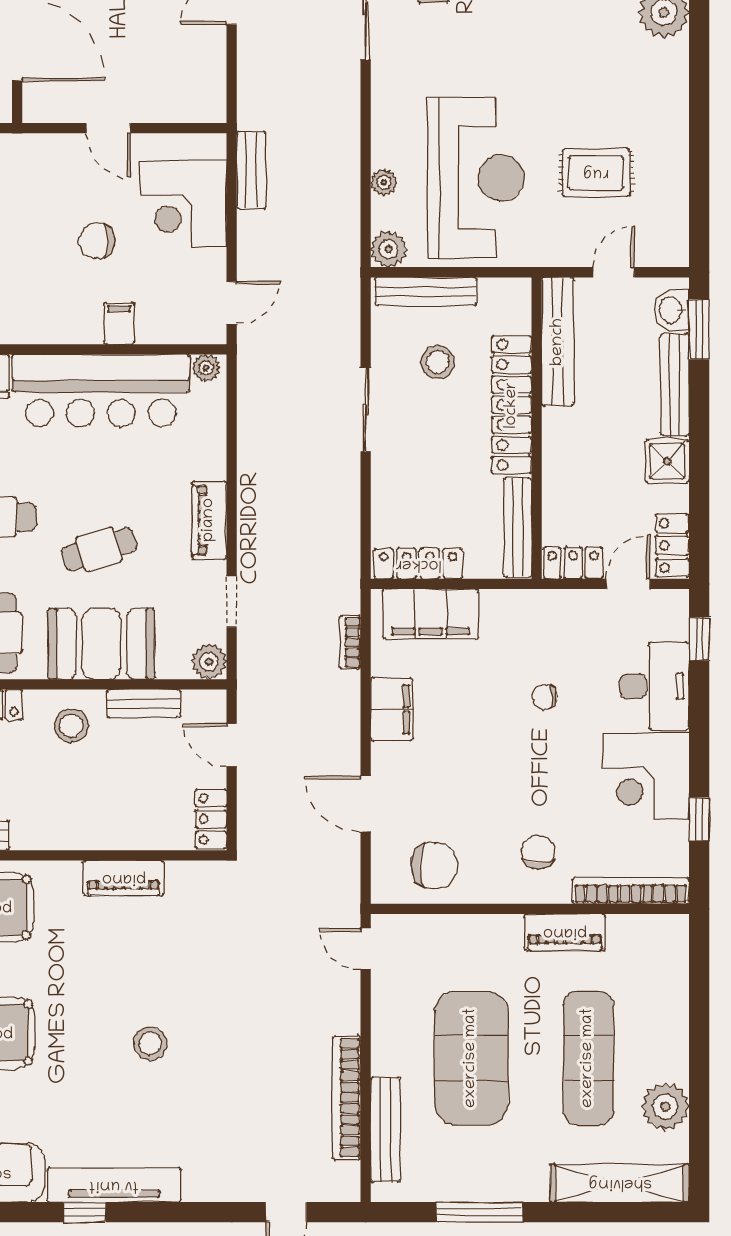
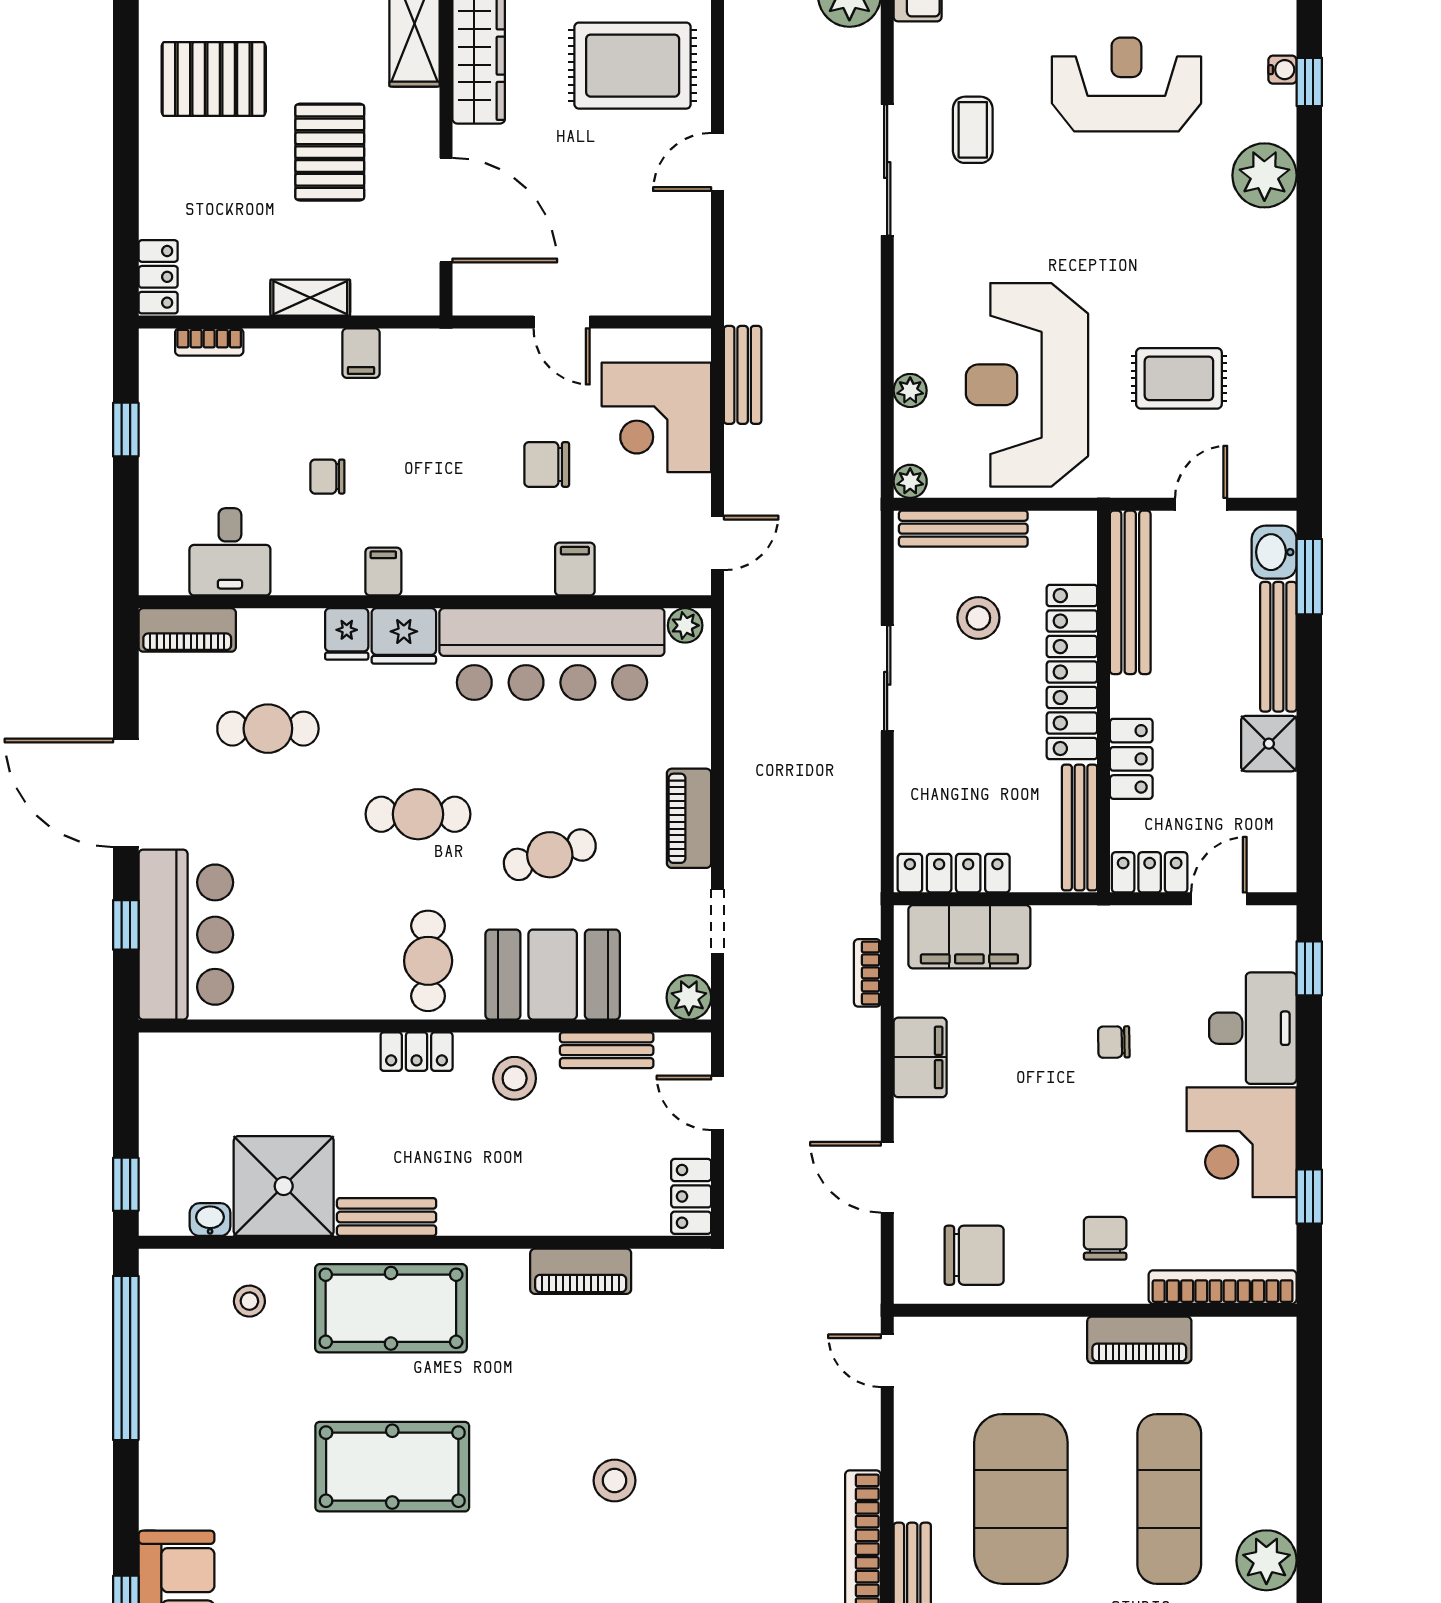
reception desk: (476, 178) -> (1027, 385), turned 180
plant: (389, 249) -> (910, 481), width x0.73, depth x0.73
locker: (672, 545) -> (1131, 759), moved, turned 180

